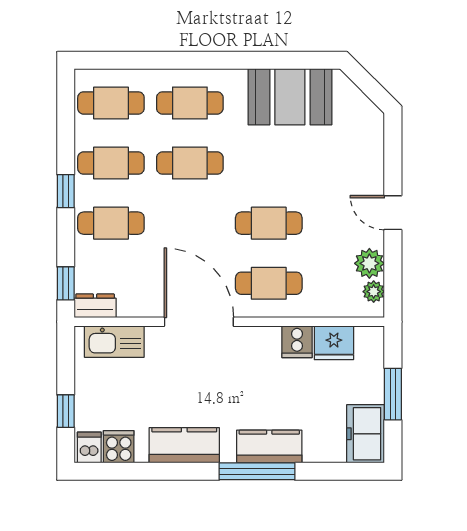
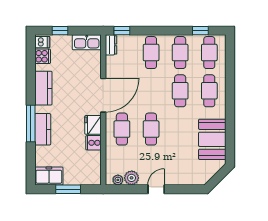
window: (66, 191) -> (200, 31), moved
kitchen sink: (114, 342) -> (87, 42), moved, turned -90
fridge: (334, 343) -> (93, 125), moved

